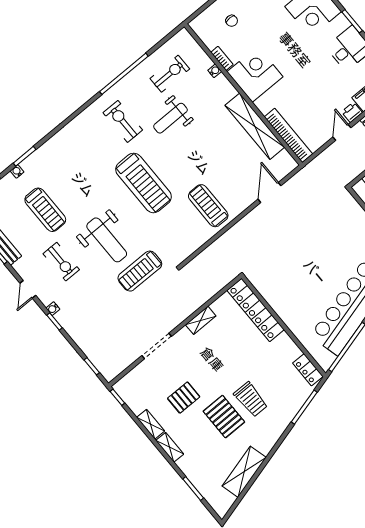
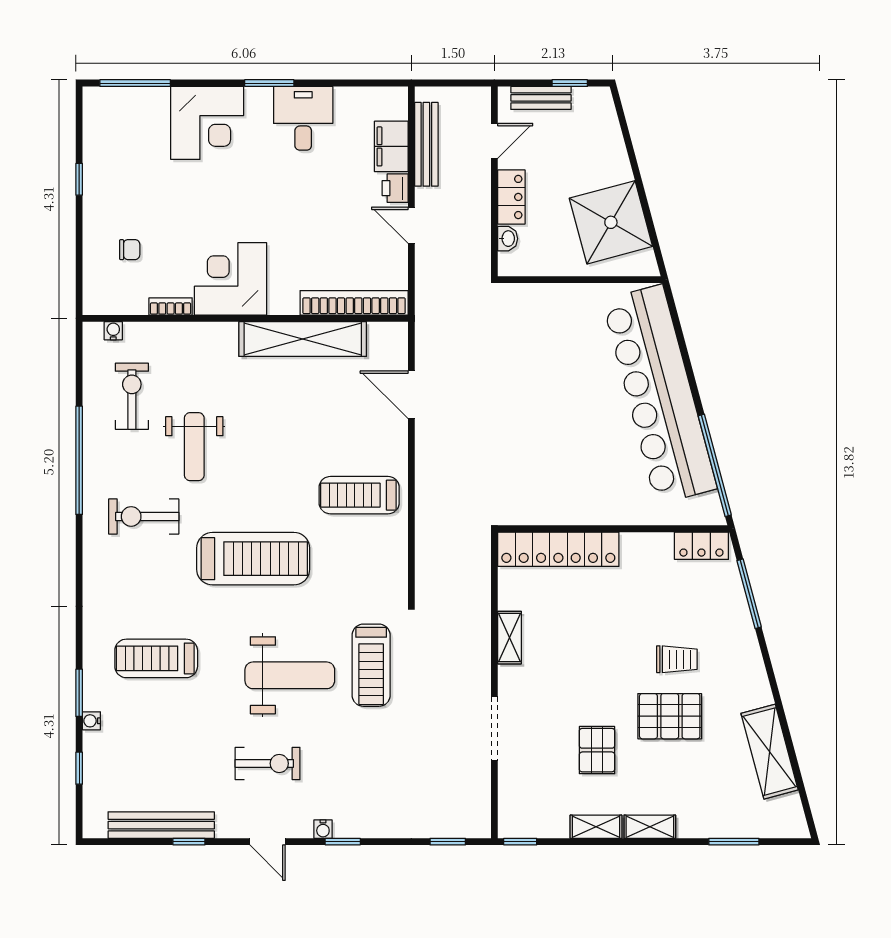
water cooler: (215, 71) -> (113, 331), moved
treadmill: (45, 210) -> (156, 658), moved, turned 180
trolley: (251, 399) -> (677, 659), width x0.73, depth x0.72

